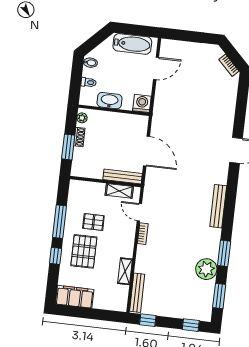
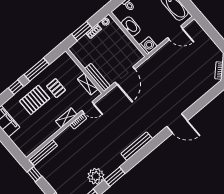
door: (139, 212) -> (88, 107), swing flipped
shelving: (125, 271) -> (66, 118), moved

